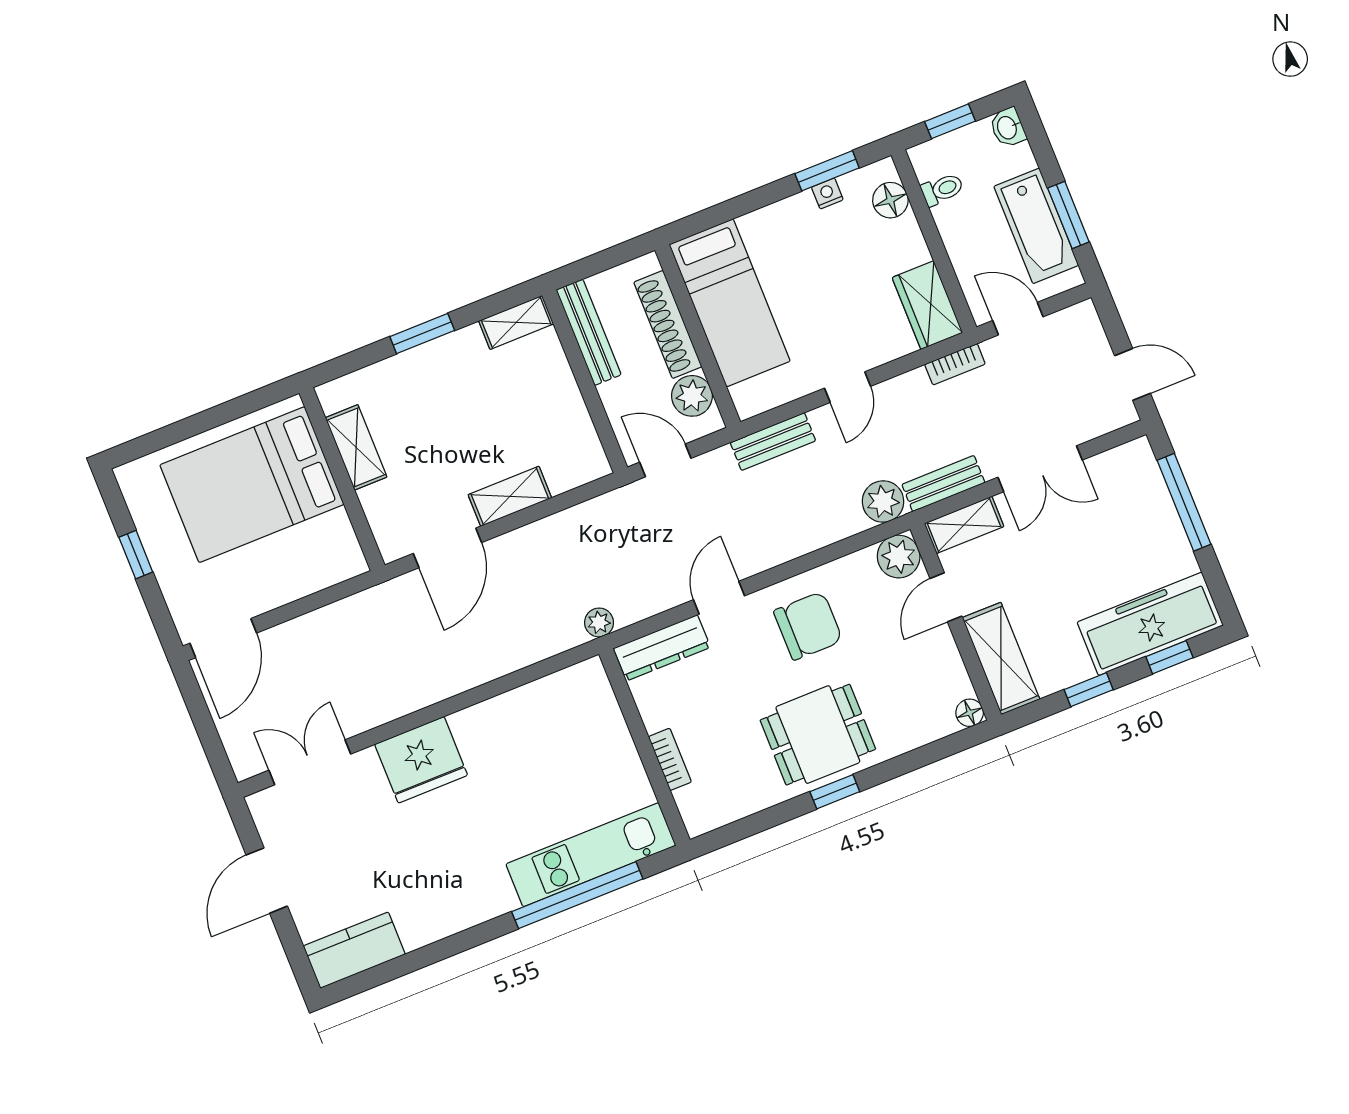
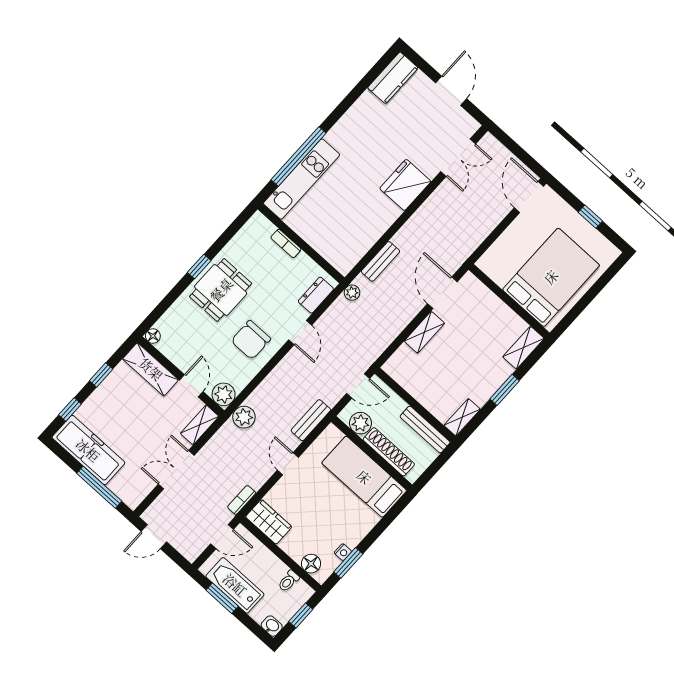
shelving: (356, 447) -> (523, 348), moved, turned 90
bench: (943, 484) -> (380, 261), moved
freezer: (1150, 624) -> (88, 450), moved, turned -90
dresser: (662, 648) -> (316, 295), width x0.70

